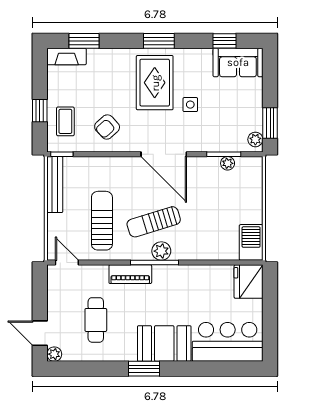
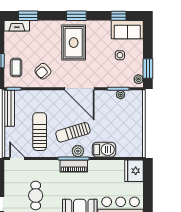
side table: (190, 105) -> (120, 55), moved
barbecue: (251, 242) -> (104, 150), moved, turned 90
piano: (130, 274) -> (74, 166), moved

